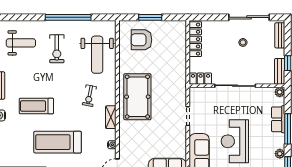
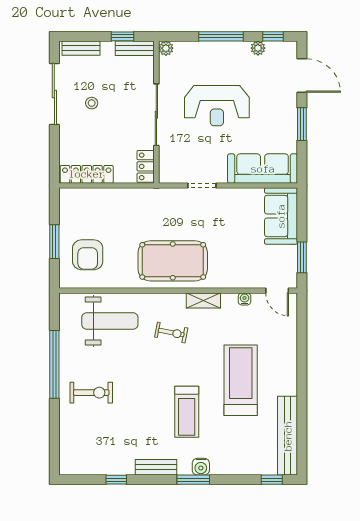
weight bench: (21, 43) -> (92, 435), removed
exercise bike: (57, 49) -> (91, 393), moved
row of seats: (278, 119) -> (207, 51), removed
reception desk: (235, 141) -> (217, 106), moved
treadmill: (58, 142) -> (241, 380), turned 180

